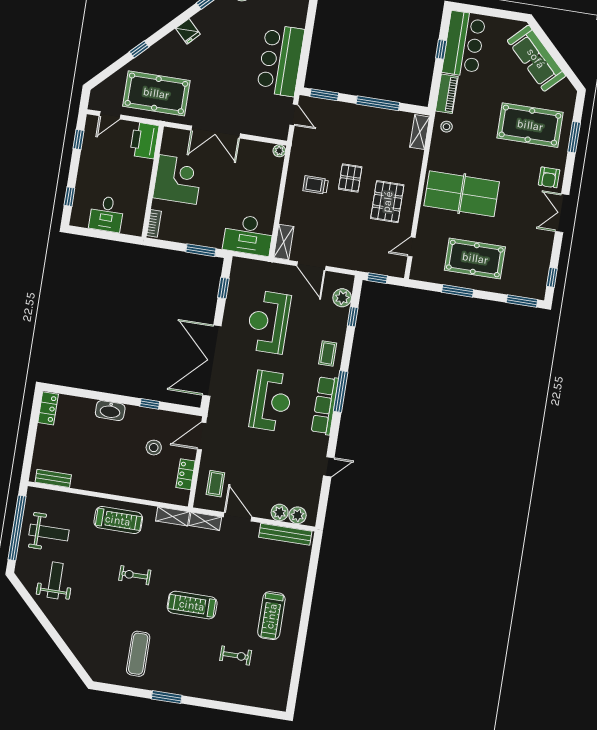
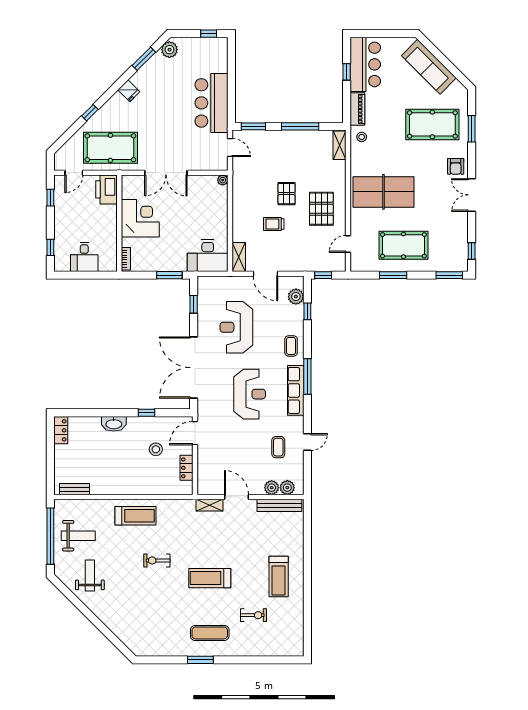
trolley: (316, 185) -> (274, 224), moved
coffee table: (215, 484) -> (278, 447), moved
shelving: (173, 516) -> (181, 505), removed
exercise mat: (138, 654) -> (210, 633), moved, turned 90

